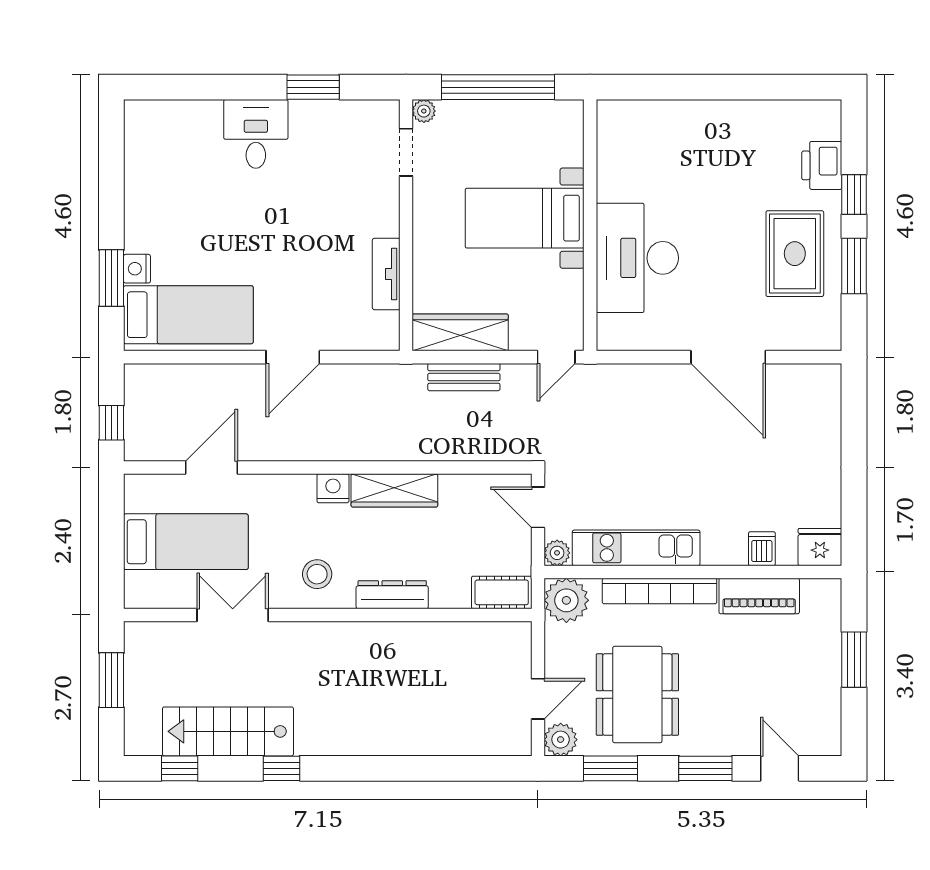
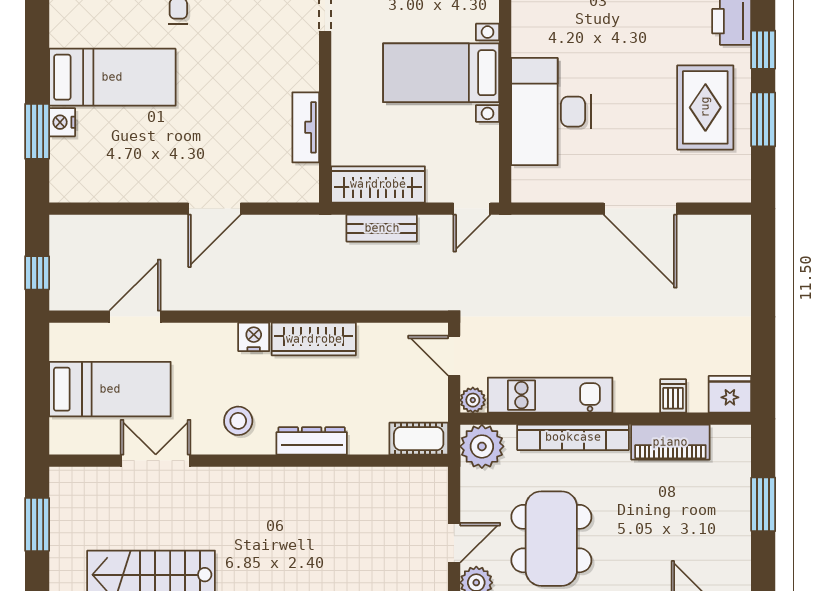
bed: (188, 315) -> (112, 77), moved

